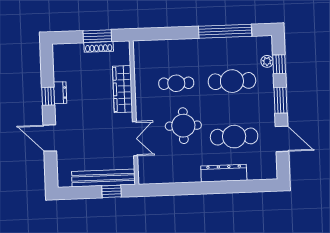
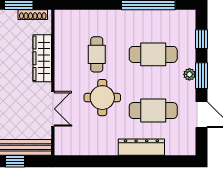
shoe rack: (99, 47) -> (33, 15), moved
plant: (267, 61) -> (189, 74), moved
cafe table: (176, 83) -> (97, 54), turned 90
window: (112, 191) -> (15, 161), moved

